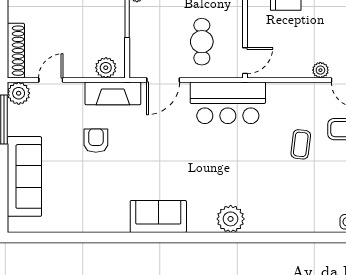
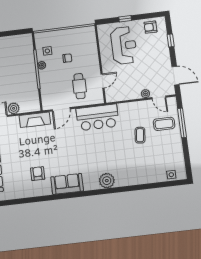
door: (245, 61) -> (102, 81), moved
plant: (106, 68) -> (14, 108), moved
armchair: (96, 141) -> (38, 174), moved

